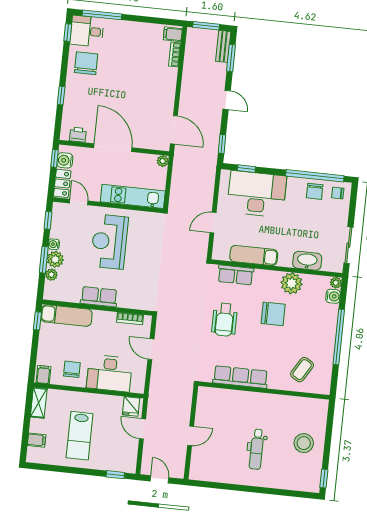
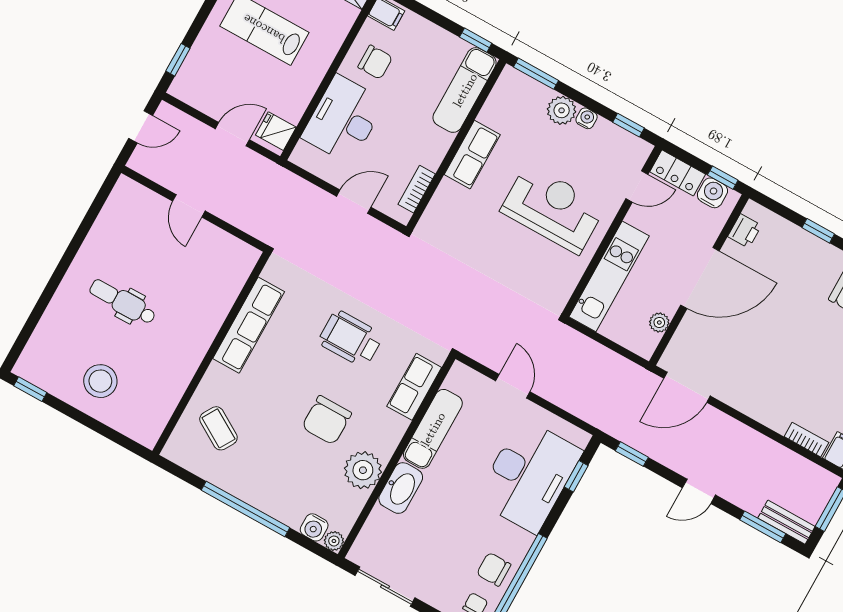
plant: (163, 161) -> (659, 322), moved
window: (44, 260) -> (536, 74), moved
washbasin: (307, 261) -> (401, 488), moved
plant: (51, 275) -> (540, 94), removed

